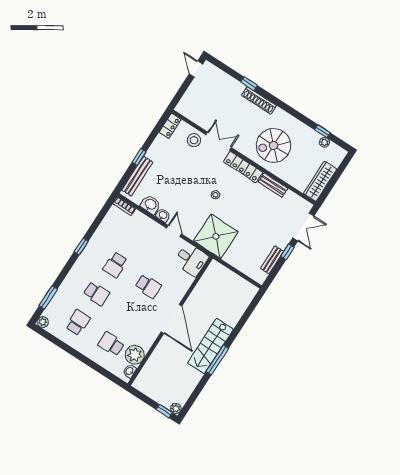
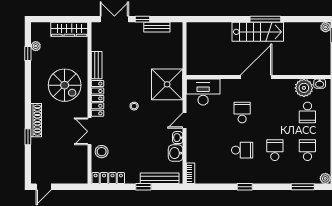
locker: (170, 126) -> (108, 178), width x1.53
desk: (191, 260) -> (203, 92), width x1.37
school desk: (78, 322) -> (307, 150), turned 90

